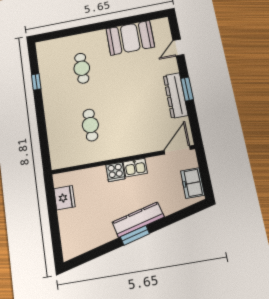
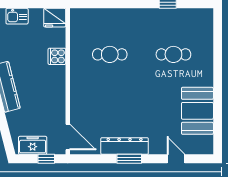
window: (203, 167) -> (46, 159), added
kitchen sink: (135, 168) -> (17, 16), moved, turned -90
cooker: (115, 172) -> (57, 56), moved
fridge: (64, 198) -> (55, 18), moved

